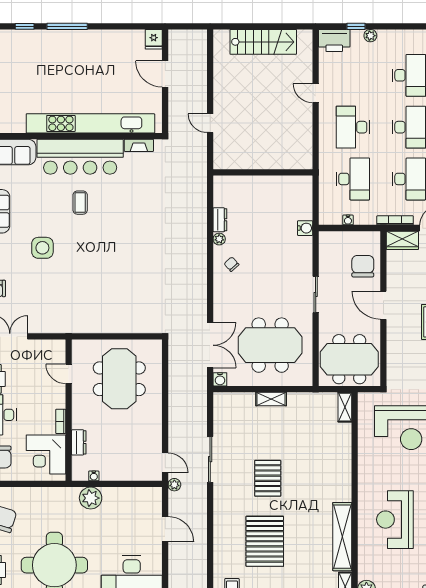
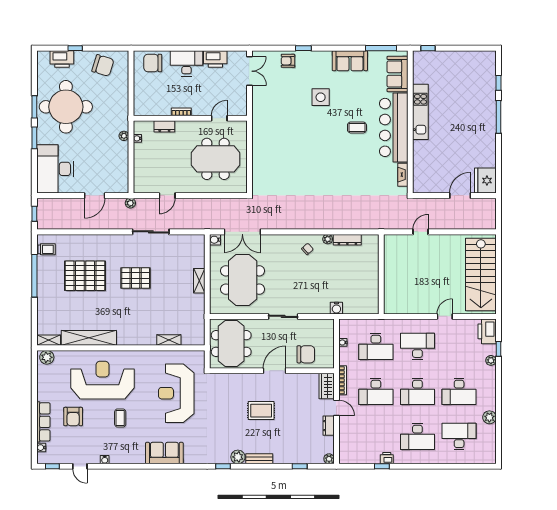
fridge: (154, 39) -> (485, 181), width x1.88, depth x1.34
stairs: (263, 42) -> (481, 274), width x1.36, depth x1.51
kitchen unit: (90, 123) -> (420, 112), width x0.54
dresser: (220, 220) -> (347, 240), width x1.44
shelving: (345, 407) -> (169, 340), moved
corner desk: (46, 454) -> (155, 100), removed
door: (165, 463) -> (167, 196), moved
plant: (91, 498) -> (124, 136), width x0.53, depth x0.53
reception desk: (395, 520) -> (102, 380), width x1.36, depth x1.30

